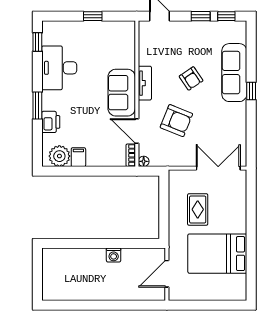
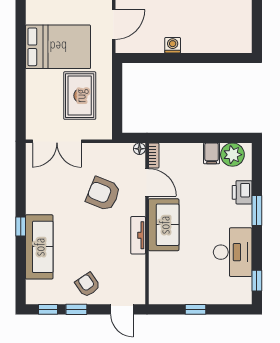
armchair: (191, 78) -> (88, 285), moved
rug: (198, 209) -> (80, 96), width x1.36, depth x1.43

